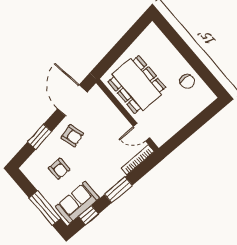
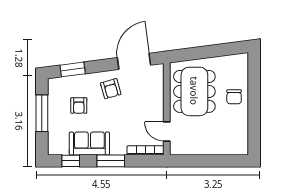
chair: (187, 81) -> (234, 97), moved
window: (40, 137) -> (73, 69), moved
sofa: (77, 202) -> (89, 144), moved
window: (45, 208) -> (42, 113), moved

